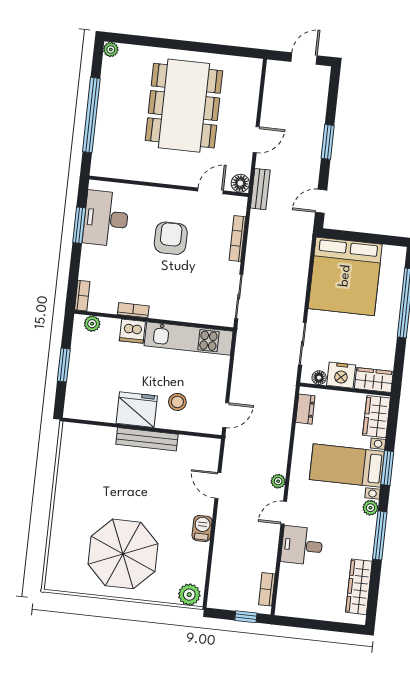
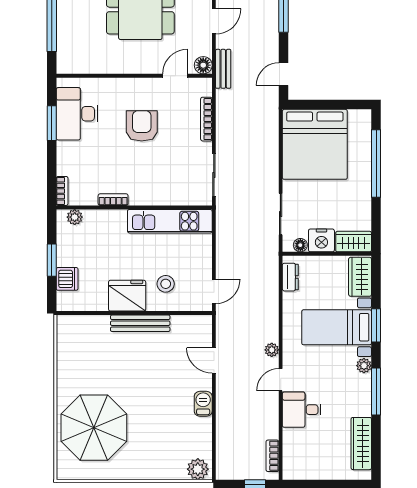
dishwasher: (132, 331) -> (67, 279), moved, turned -90
parasol: (123, 554) -> (94, 428), moved

